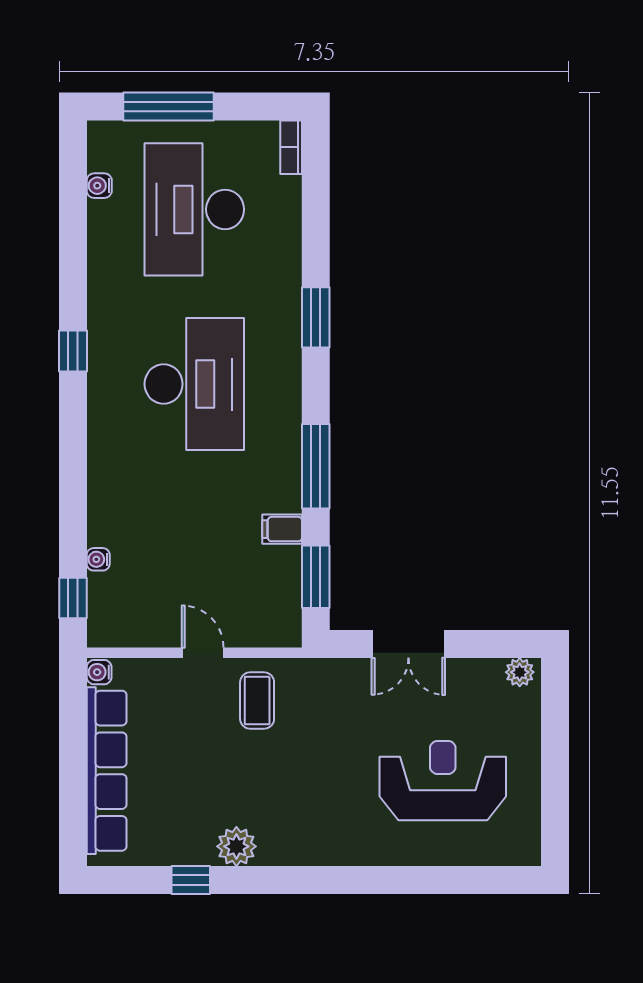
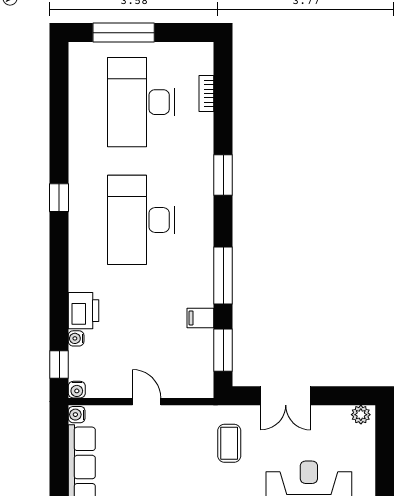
bookcase: (291, 147) -> (206, 94), moved
water cooler: (99, 186) -> (77, 390), moved, turned -90
desk: (194, 384) -> (141, 220), turned 180
printer: (109, 518) -> (83, 311), added
coffee table: (257, 701) -> (229, 443), moved

